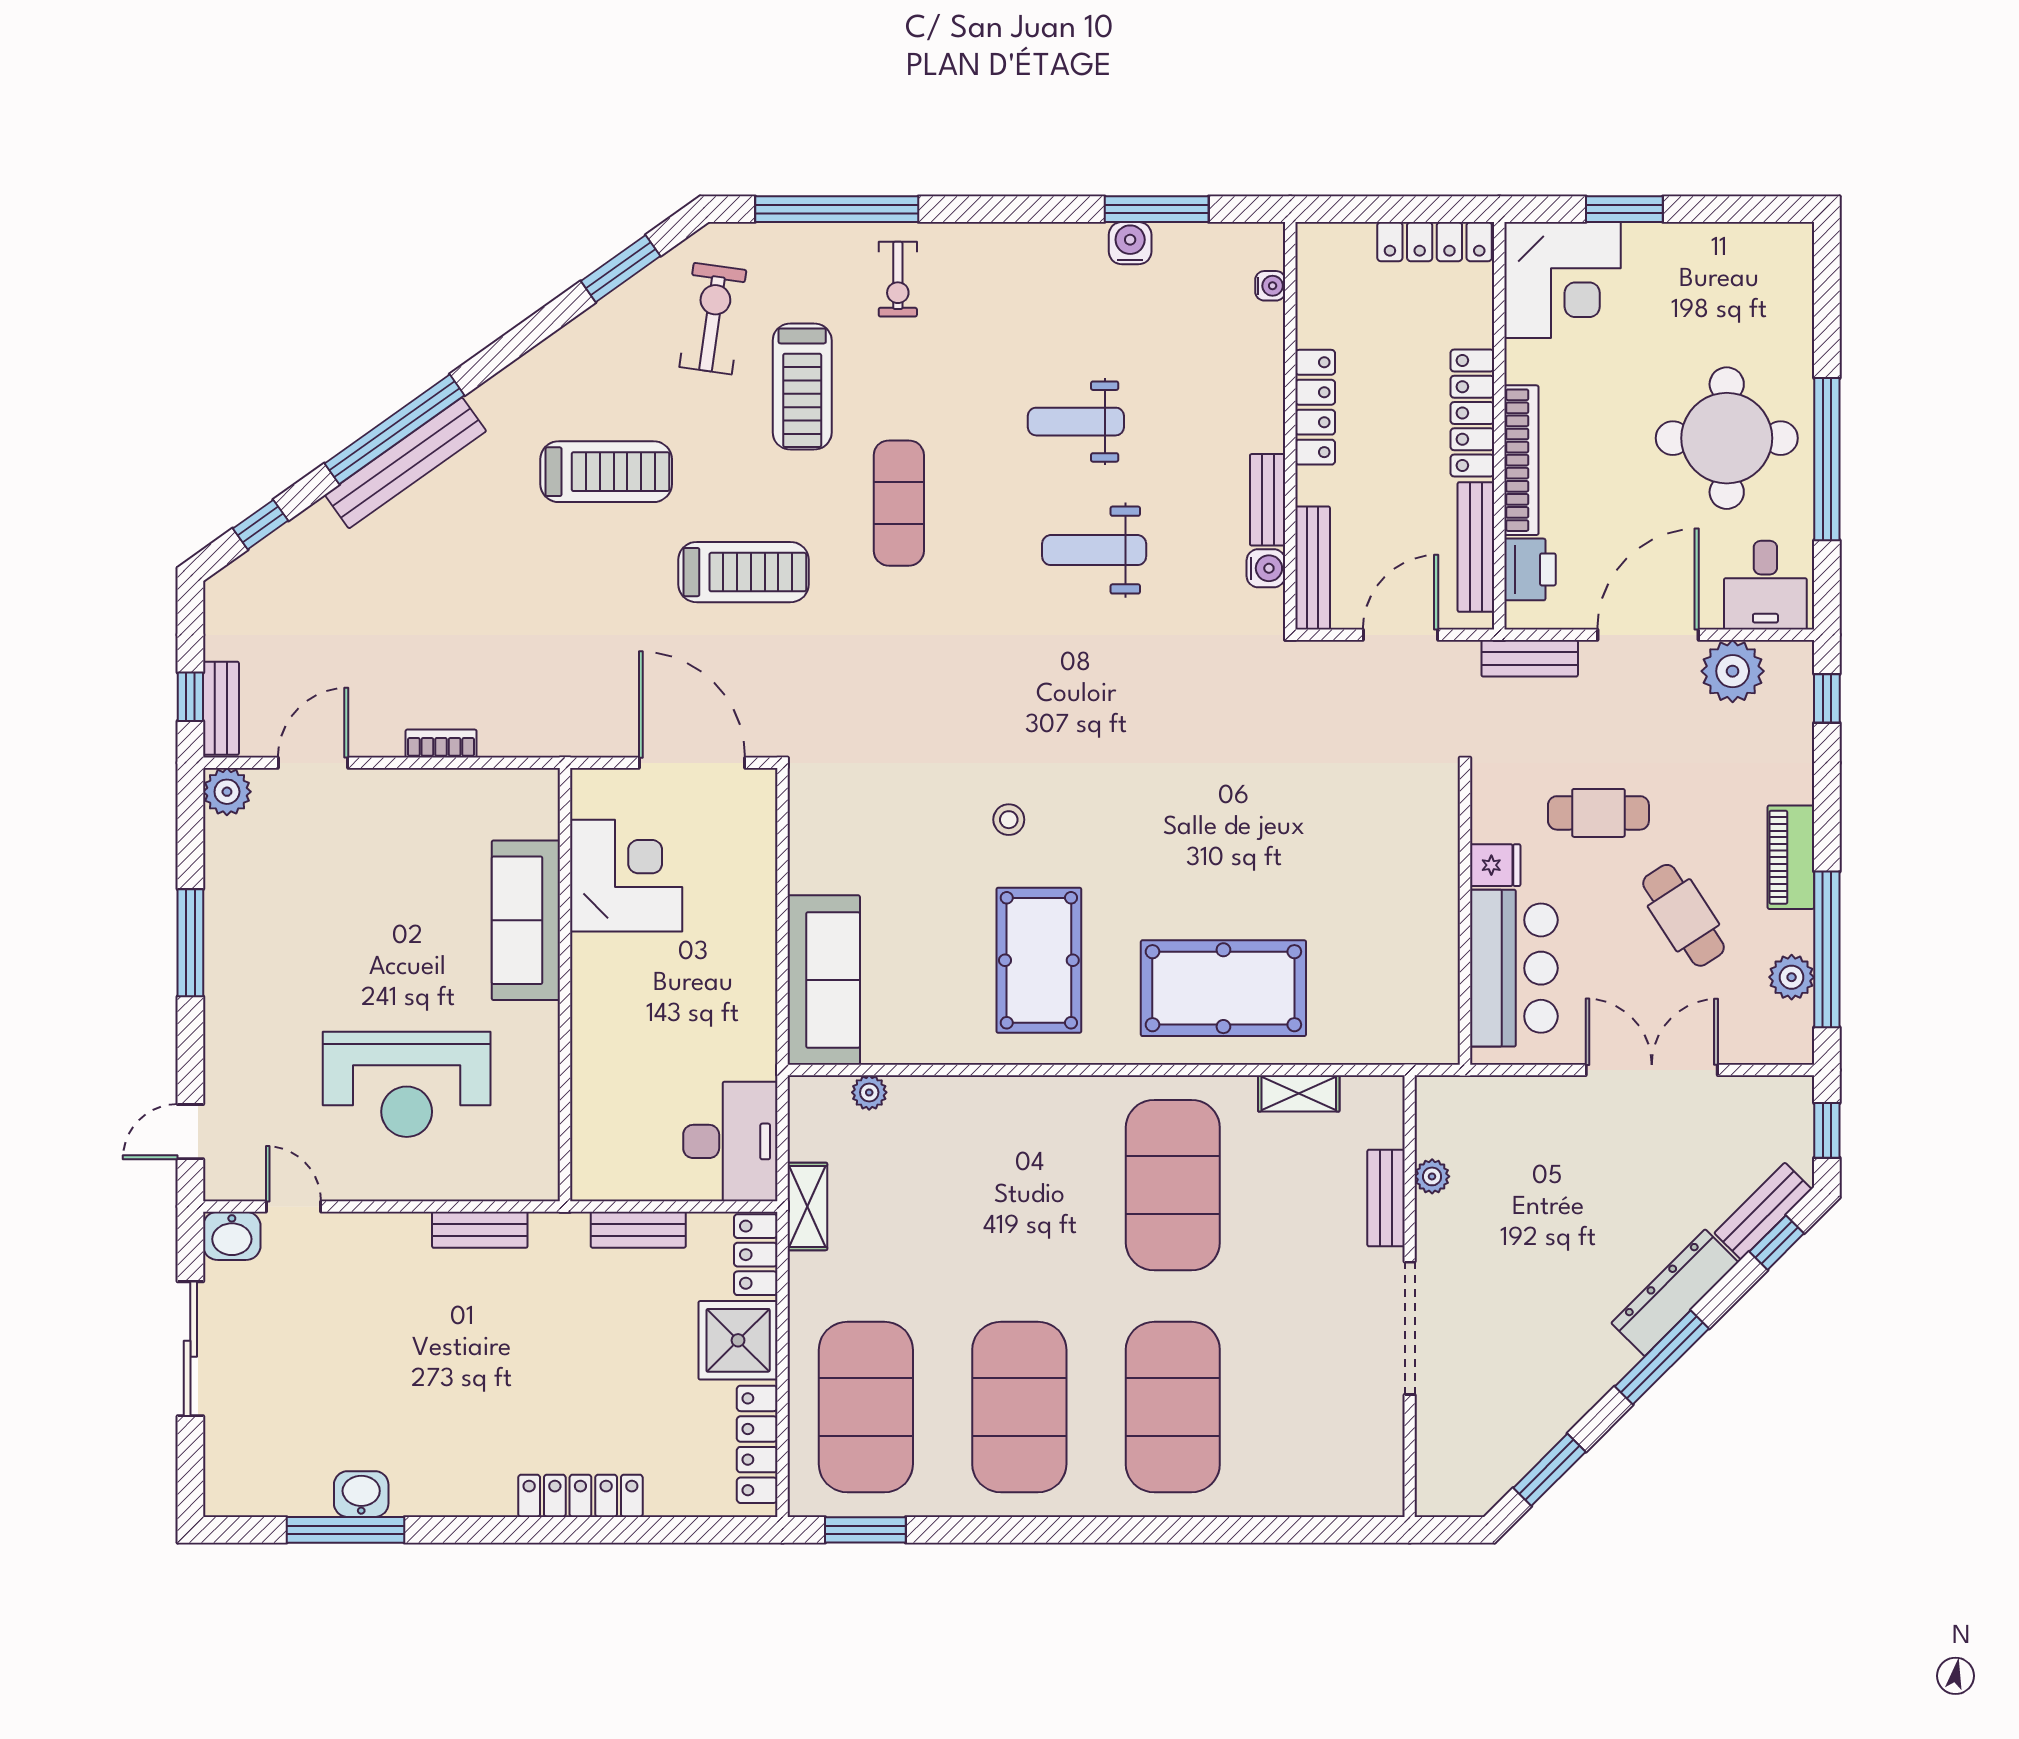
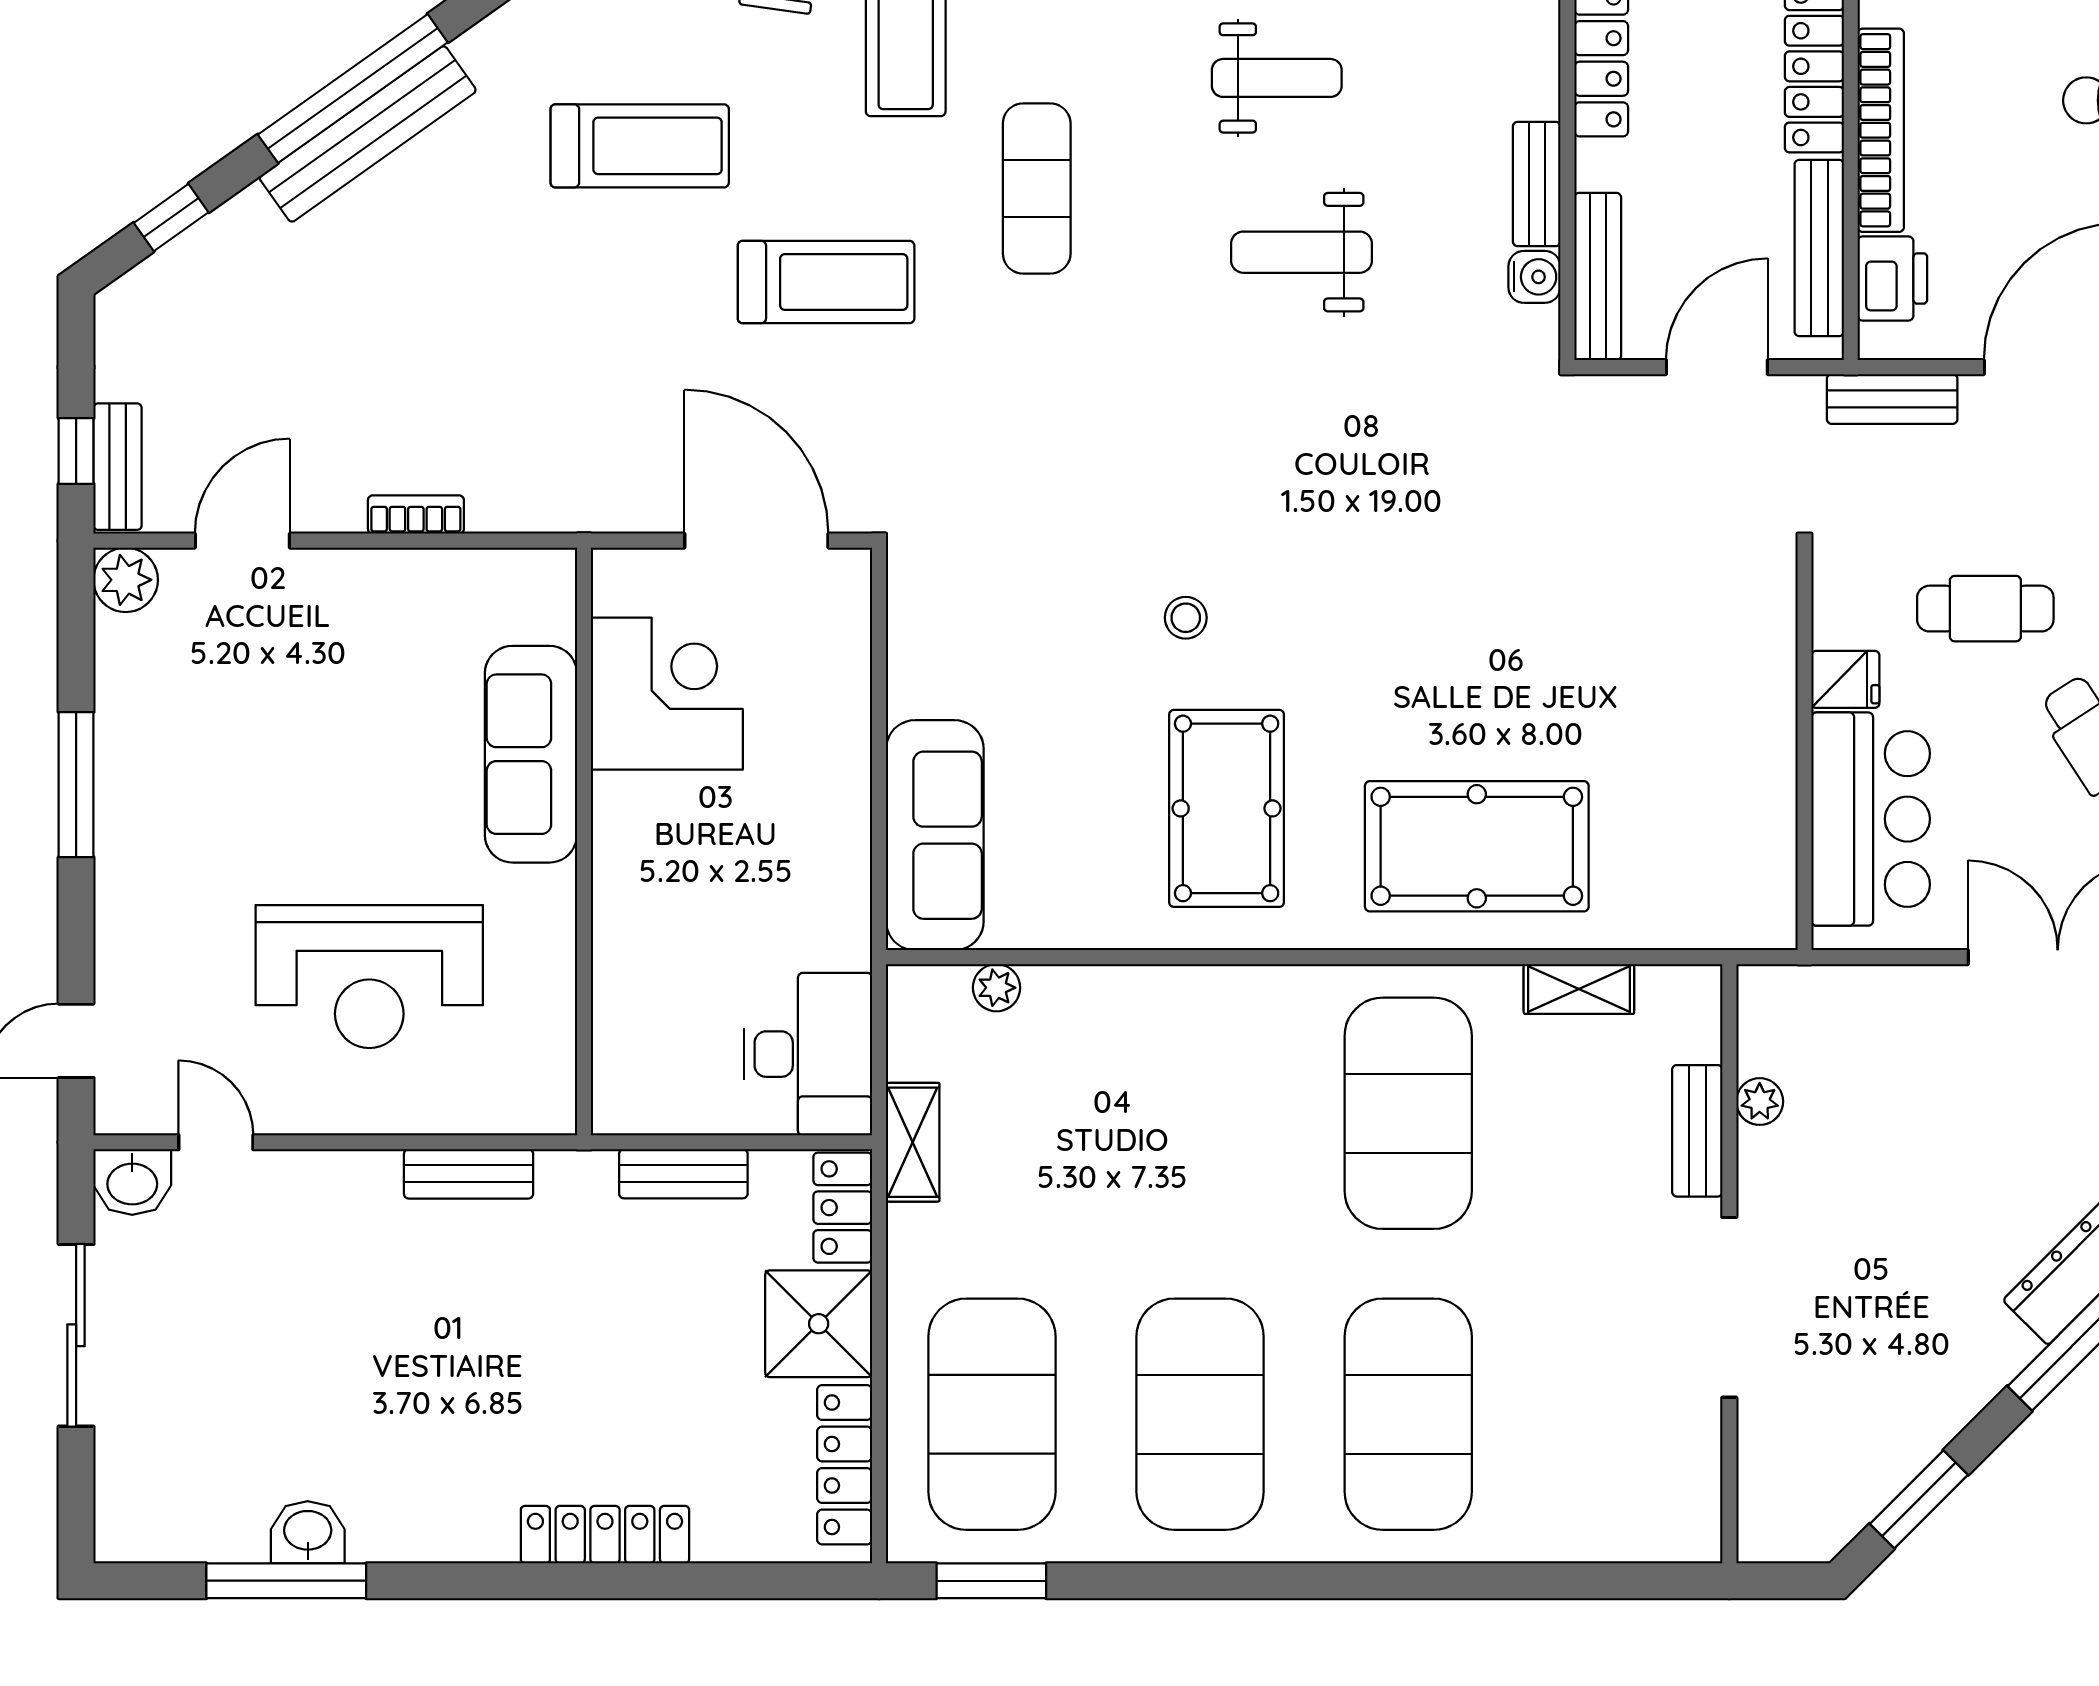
weight bench: (1076, 422) -> (1277, 78), turned 180

